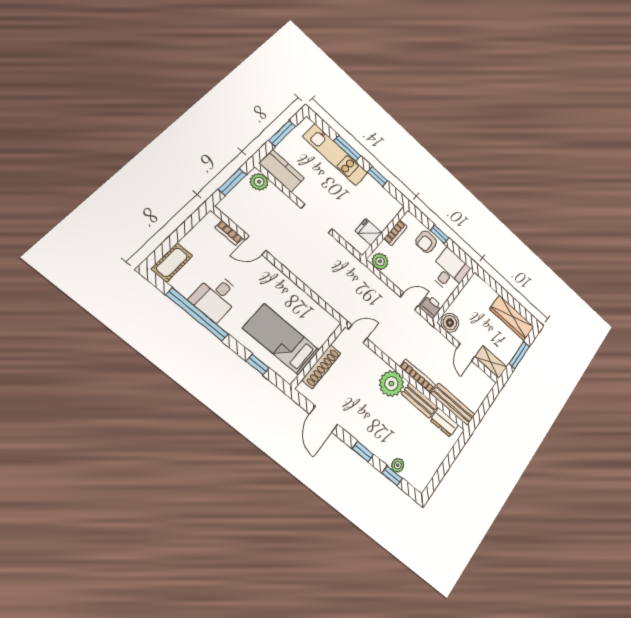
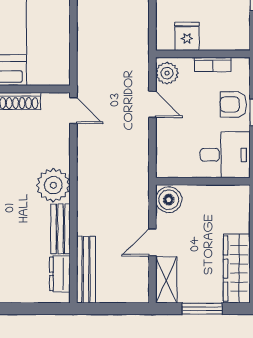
door: (409, 301) -> (152, 104), moved
printer: (431, 307) -> (167, 165), removed
bookcase: (418, 376) -> (84, 208), removed

